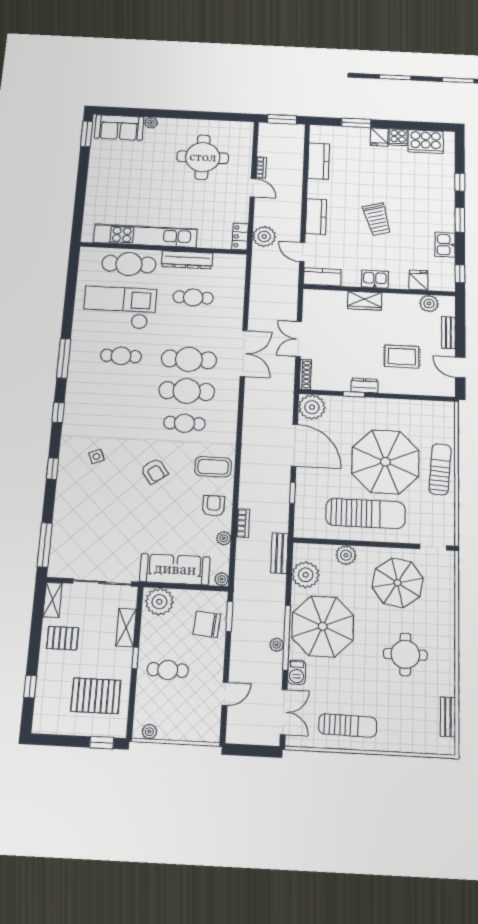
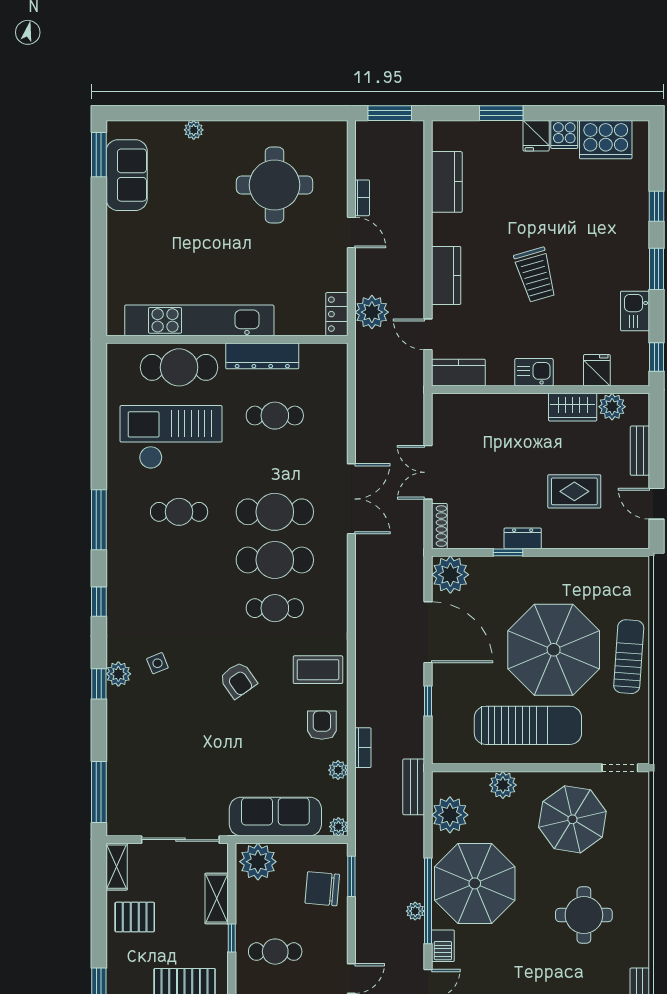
sofa: (119, 128) -> (127, 175), moved, turned -90
wardrobe: (365, 301) -> (573, 407), moved
plant: (67, 462) -> (118, 674), added

